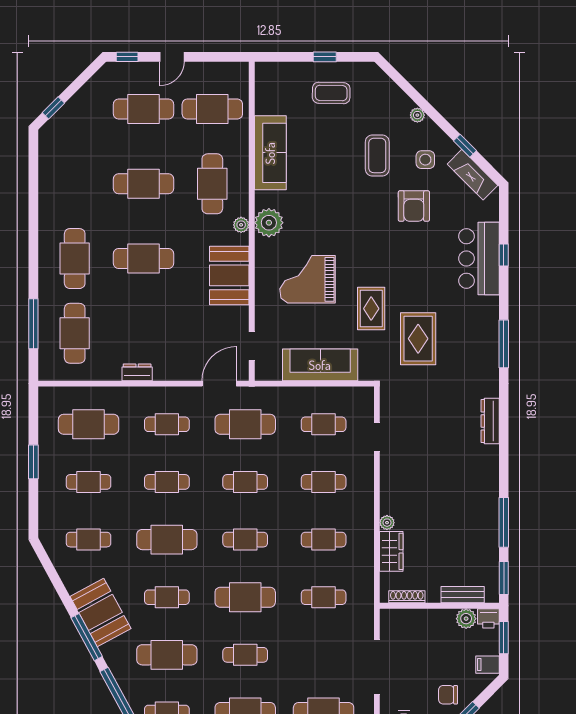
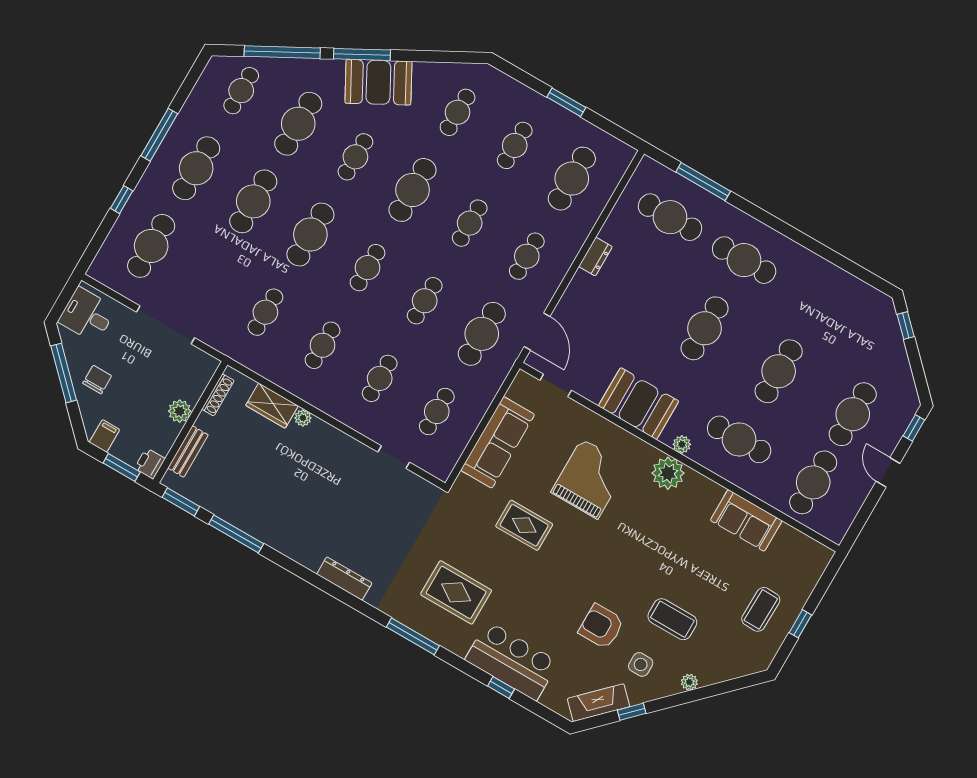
sofa: (270, 153) -> (746, 520), width x0.73
rug: (418, 339) -> (456, 592), moved
plant: (466, 619) -> (180, 411), moved
cafe table: (245, 655) -> (253, 201), width x1.37, depth x1.35

